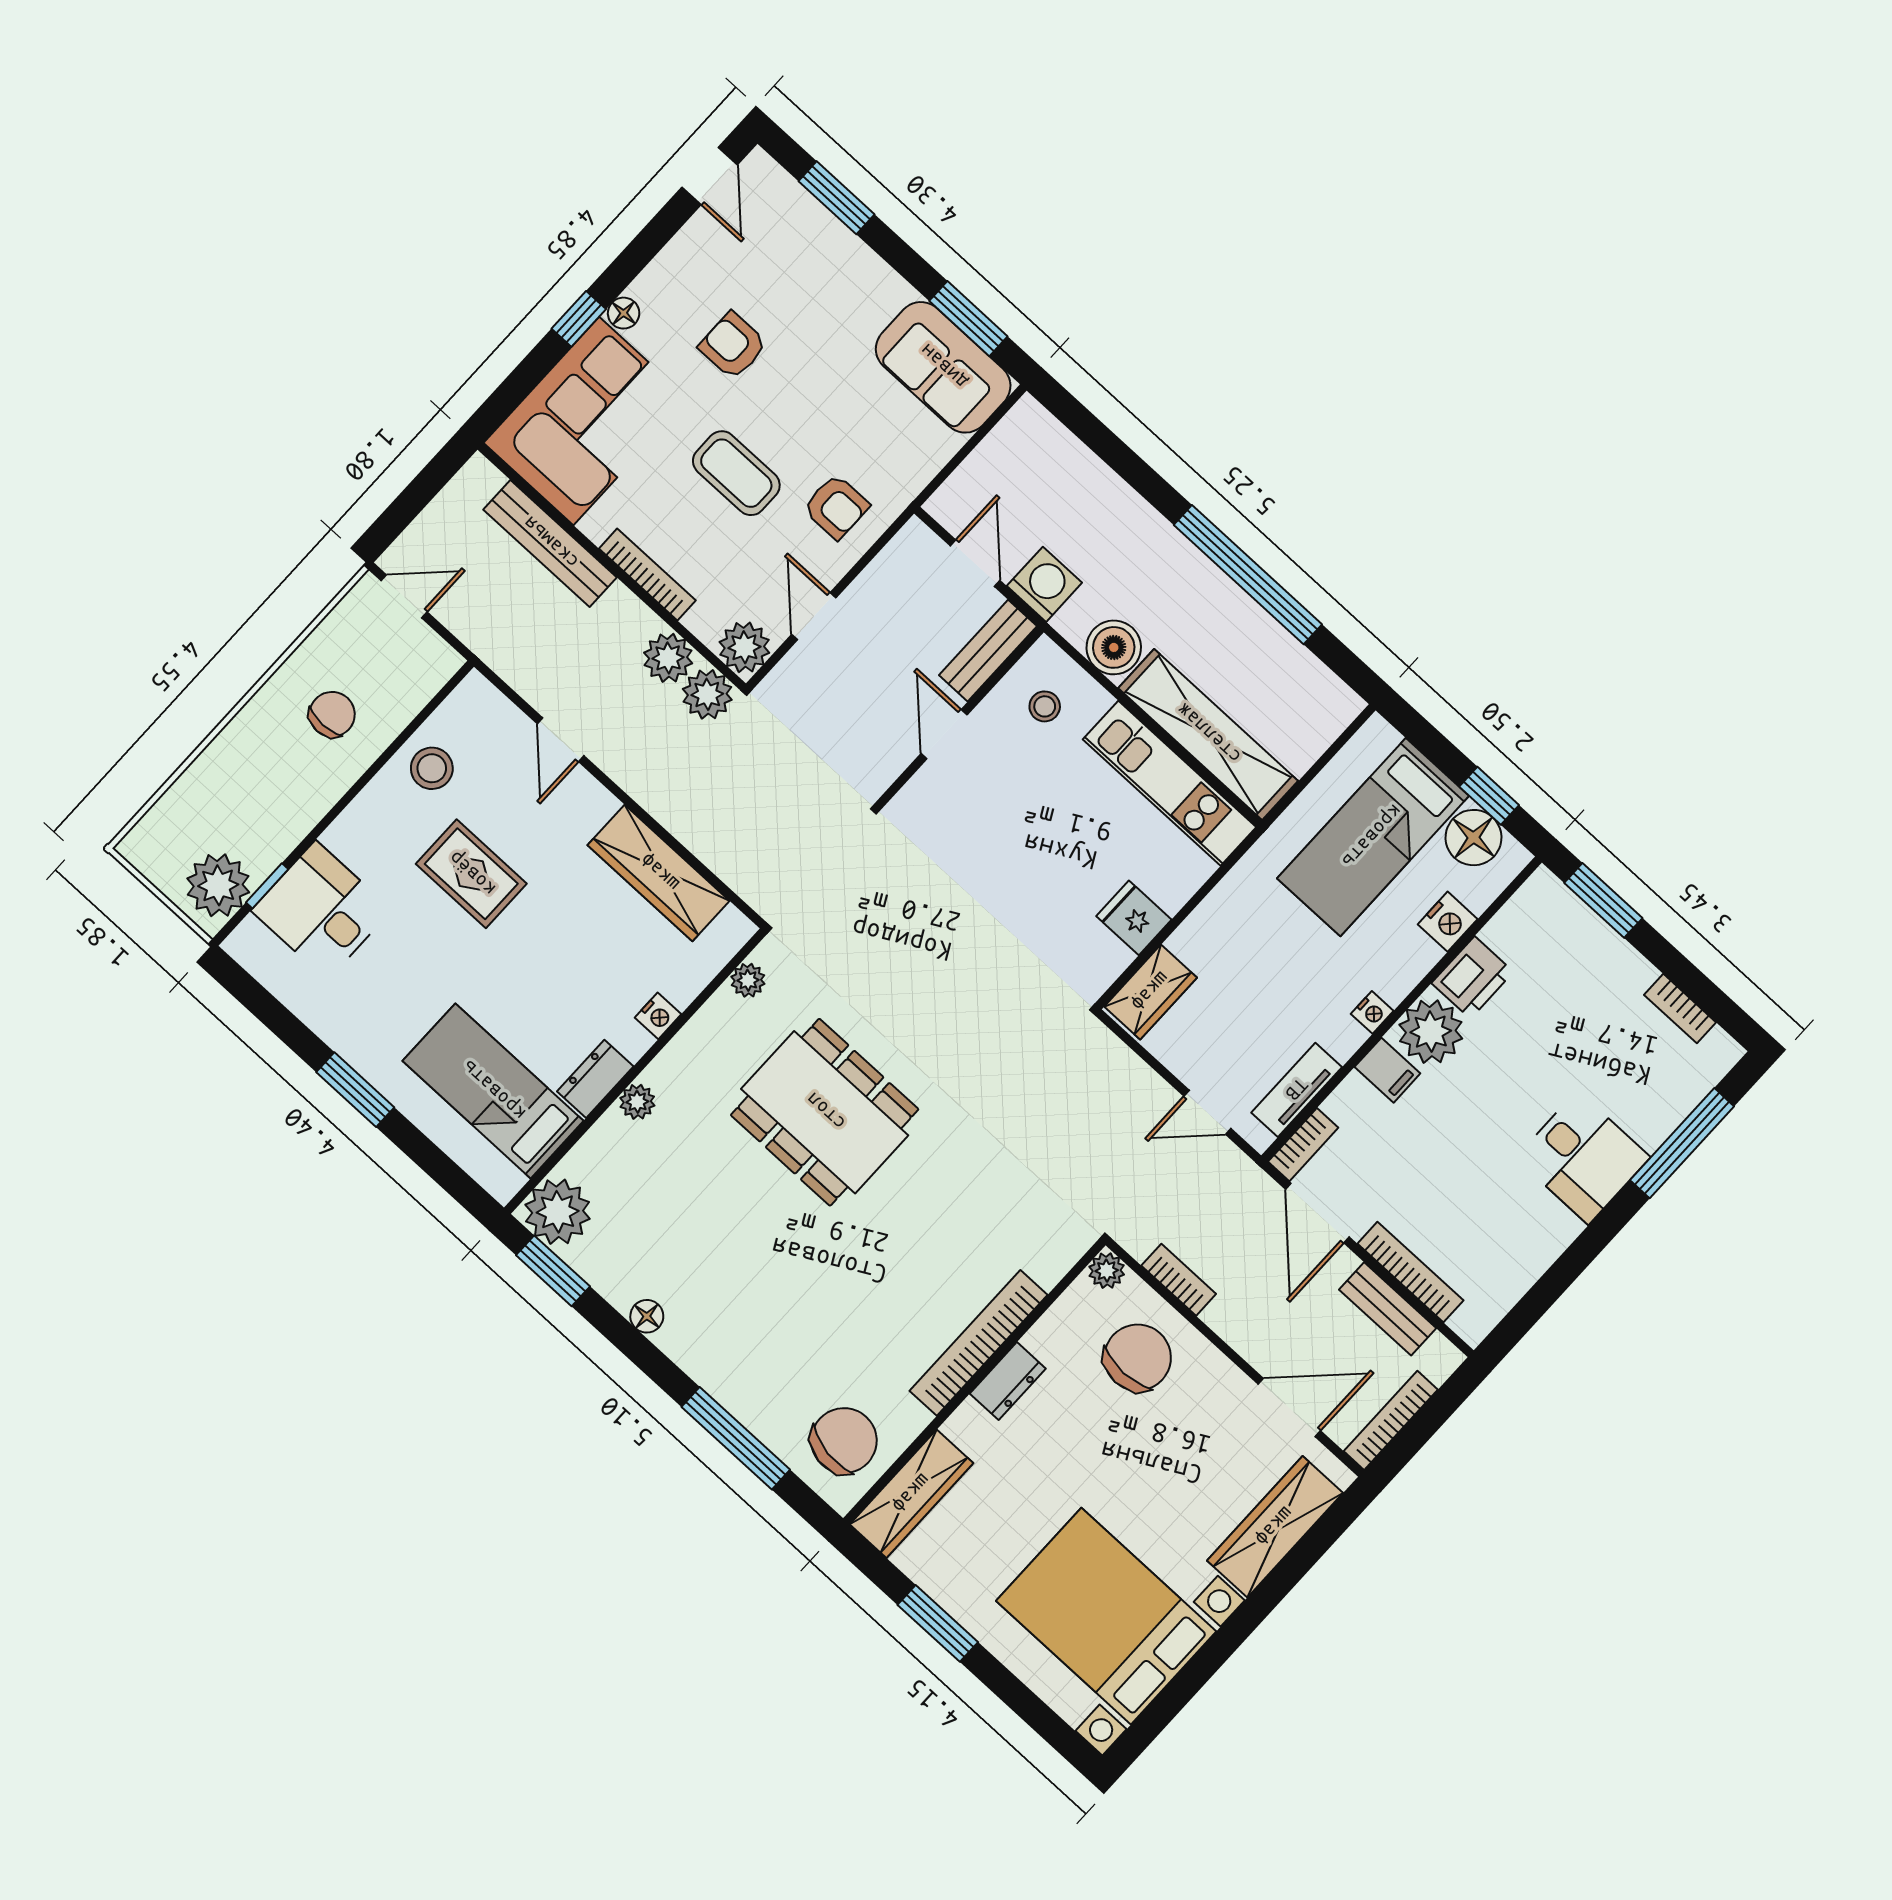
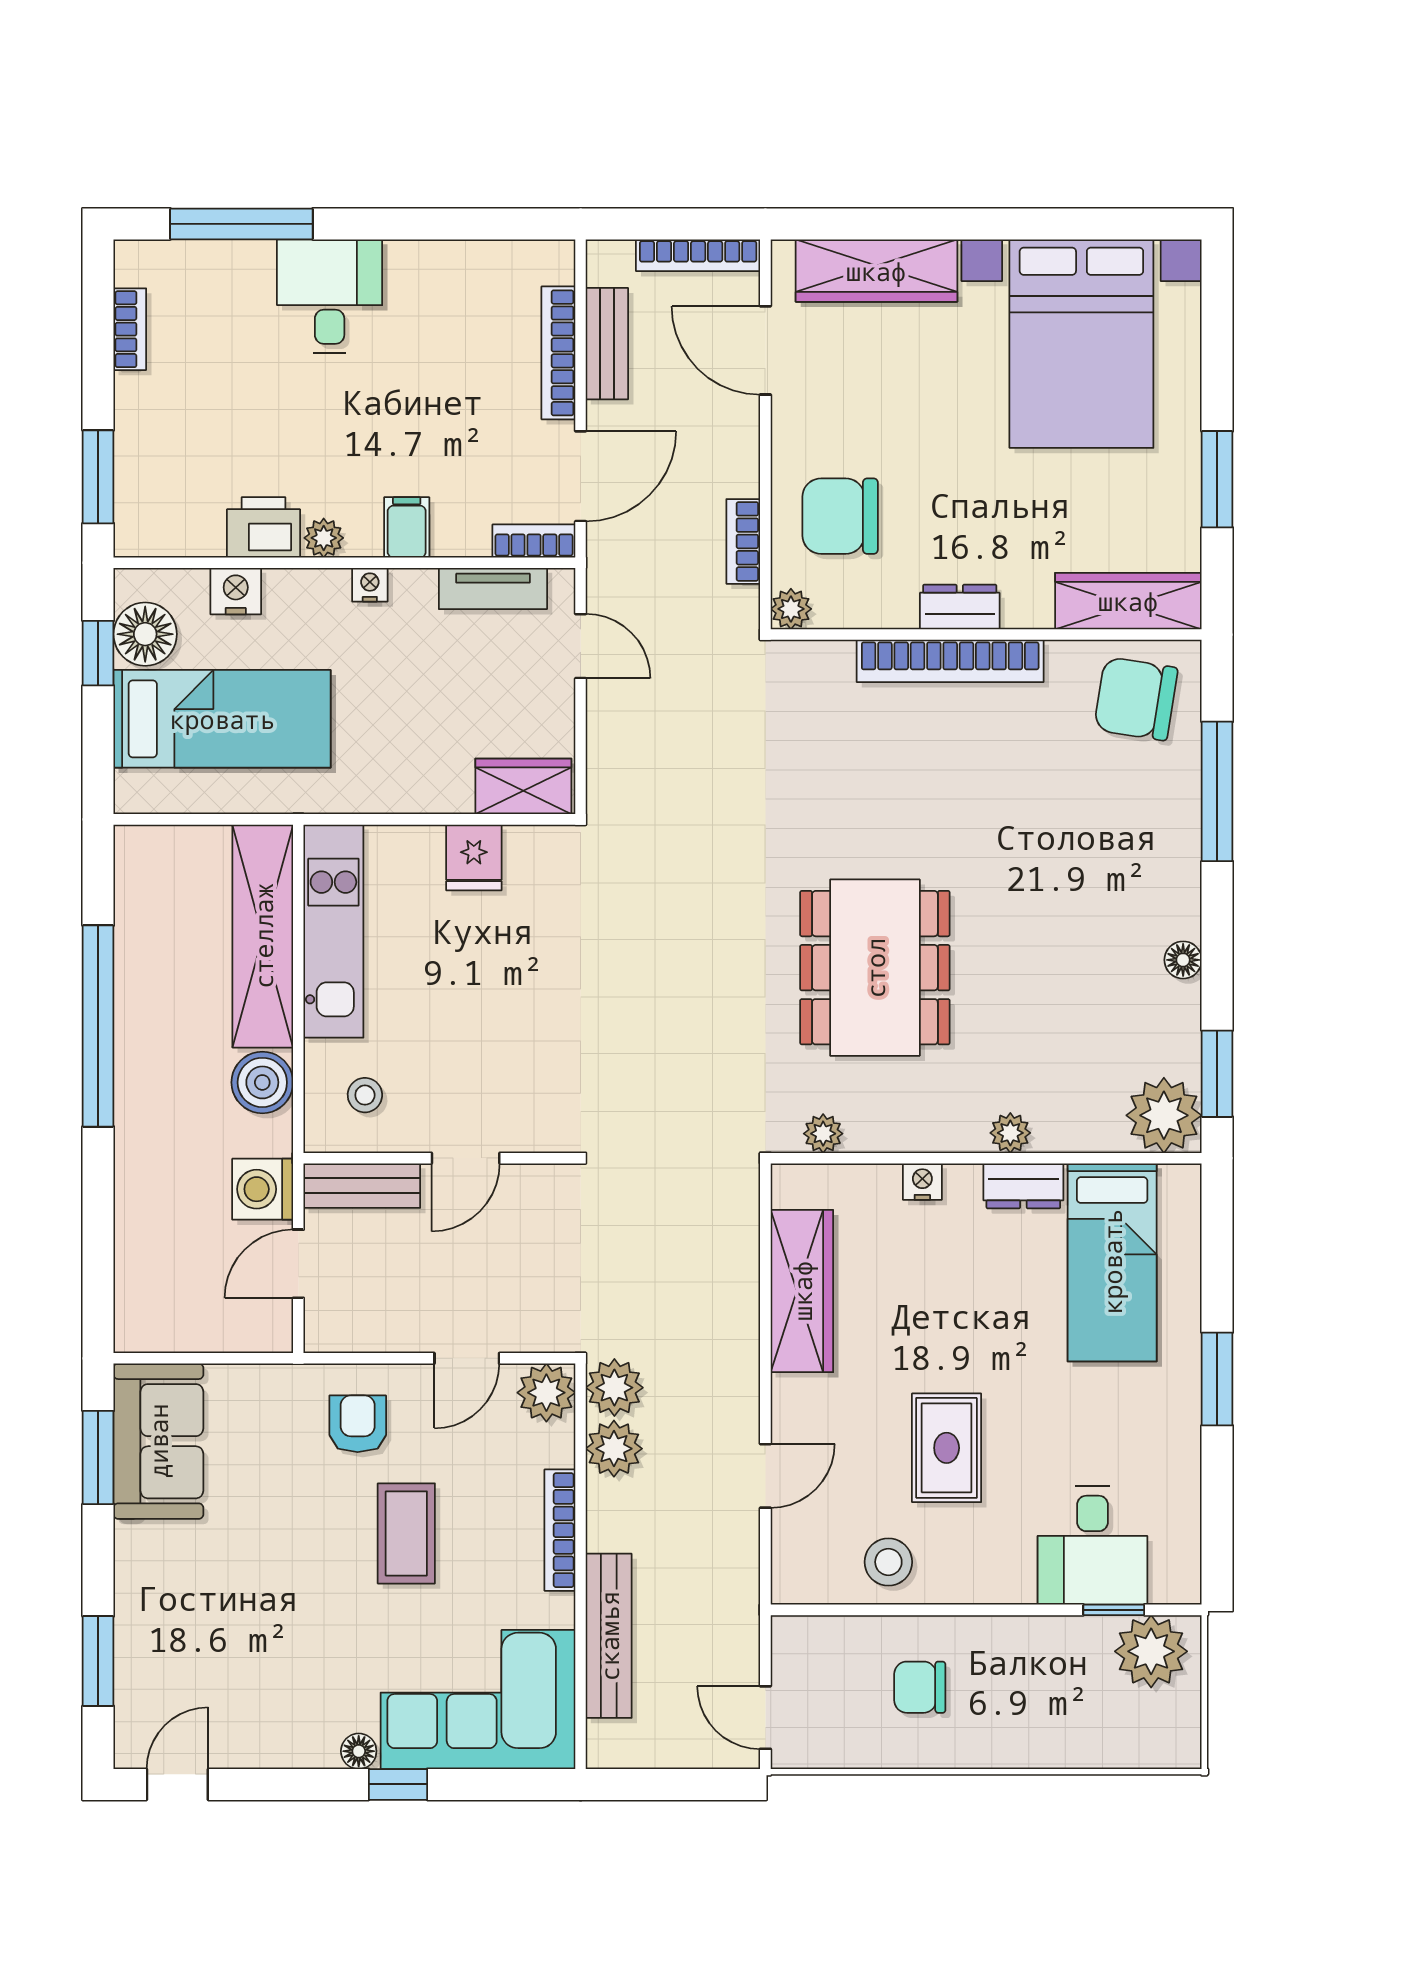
armchair: (733, 346) -> (302, 1634), removed
plant: (1431, 1032) -> (324, 538), width x0.53, depth x0.53

